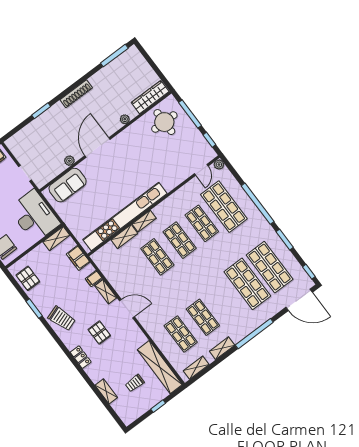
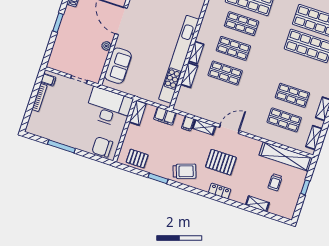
pallet: (99, 333) -> (221, 162), width x1.50, depth x1.42

